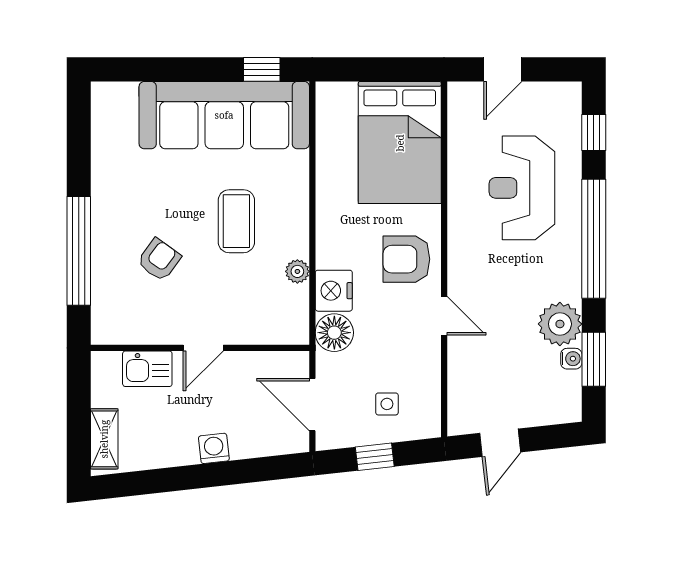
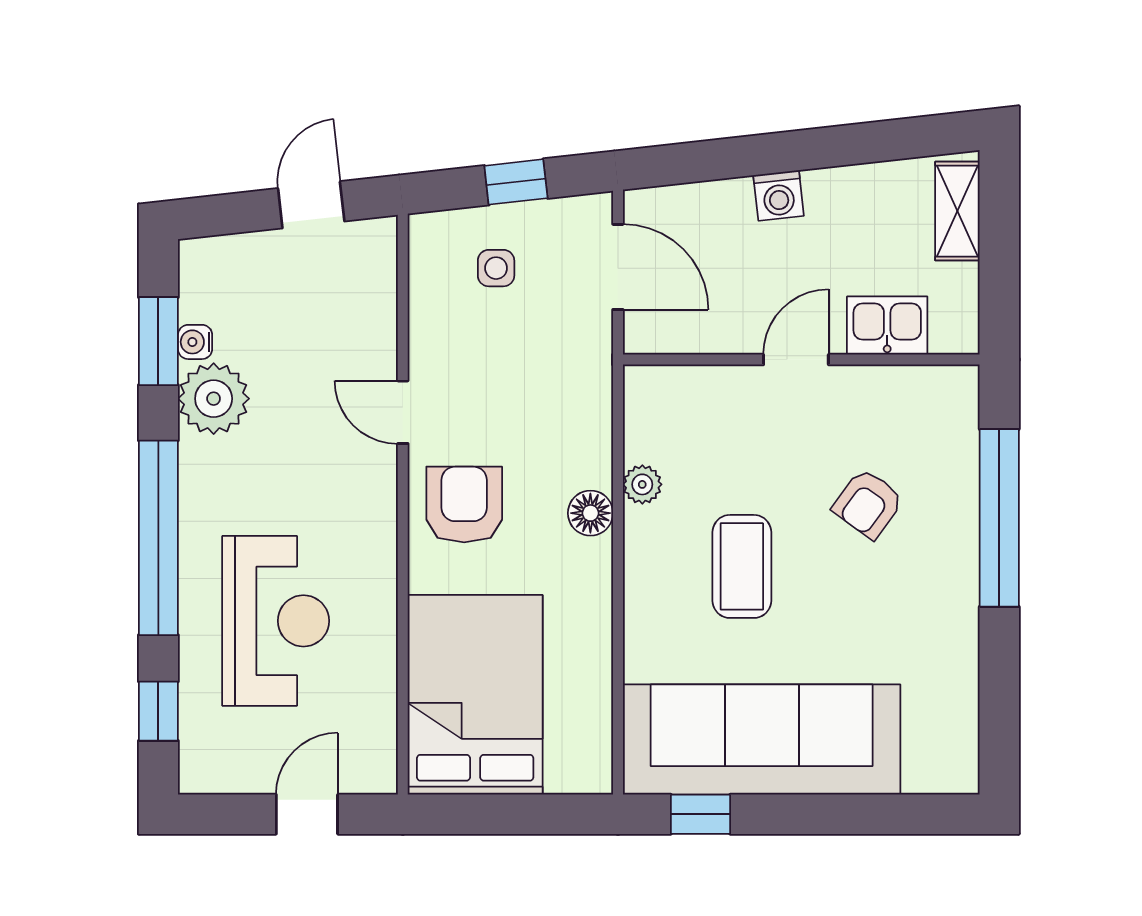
armchair: (406, 259) -> (464, 505), turned -90
nightstand: (334, 291) -> (583, 453), removed
floor lamp: (334, 333) -> (590, 513), moved, width x0.73, depth x0.73

